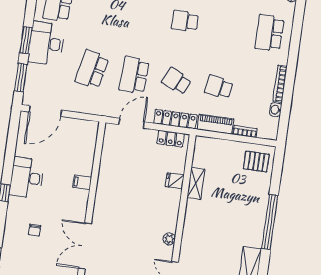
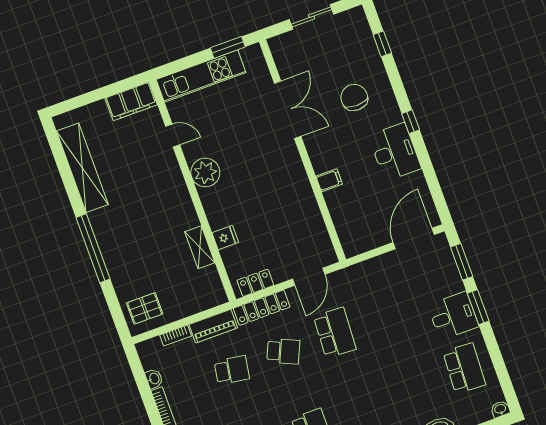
desk: (46, 43) -> (453, 316), width x0.73
school desk: (92, 69) -> (386, 314), removed
chair: (35, 230) -> (354, 97), width x1.87, depth x1.87
plant: (169, 239) -> (205, 172), width x1.88, depth x1.88

